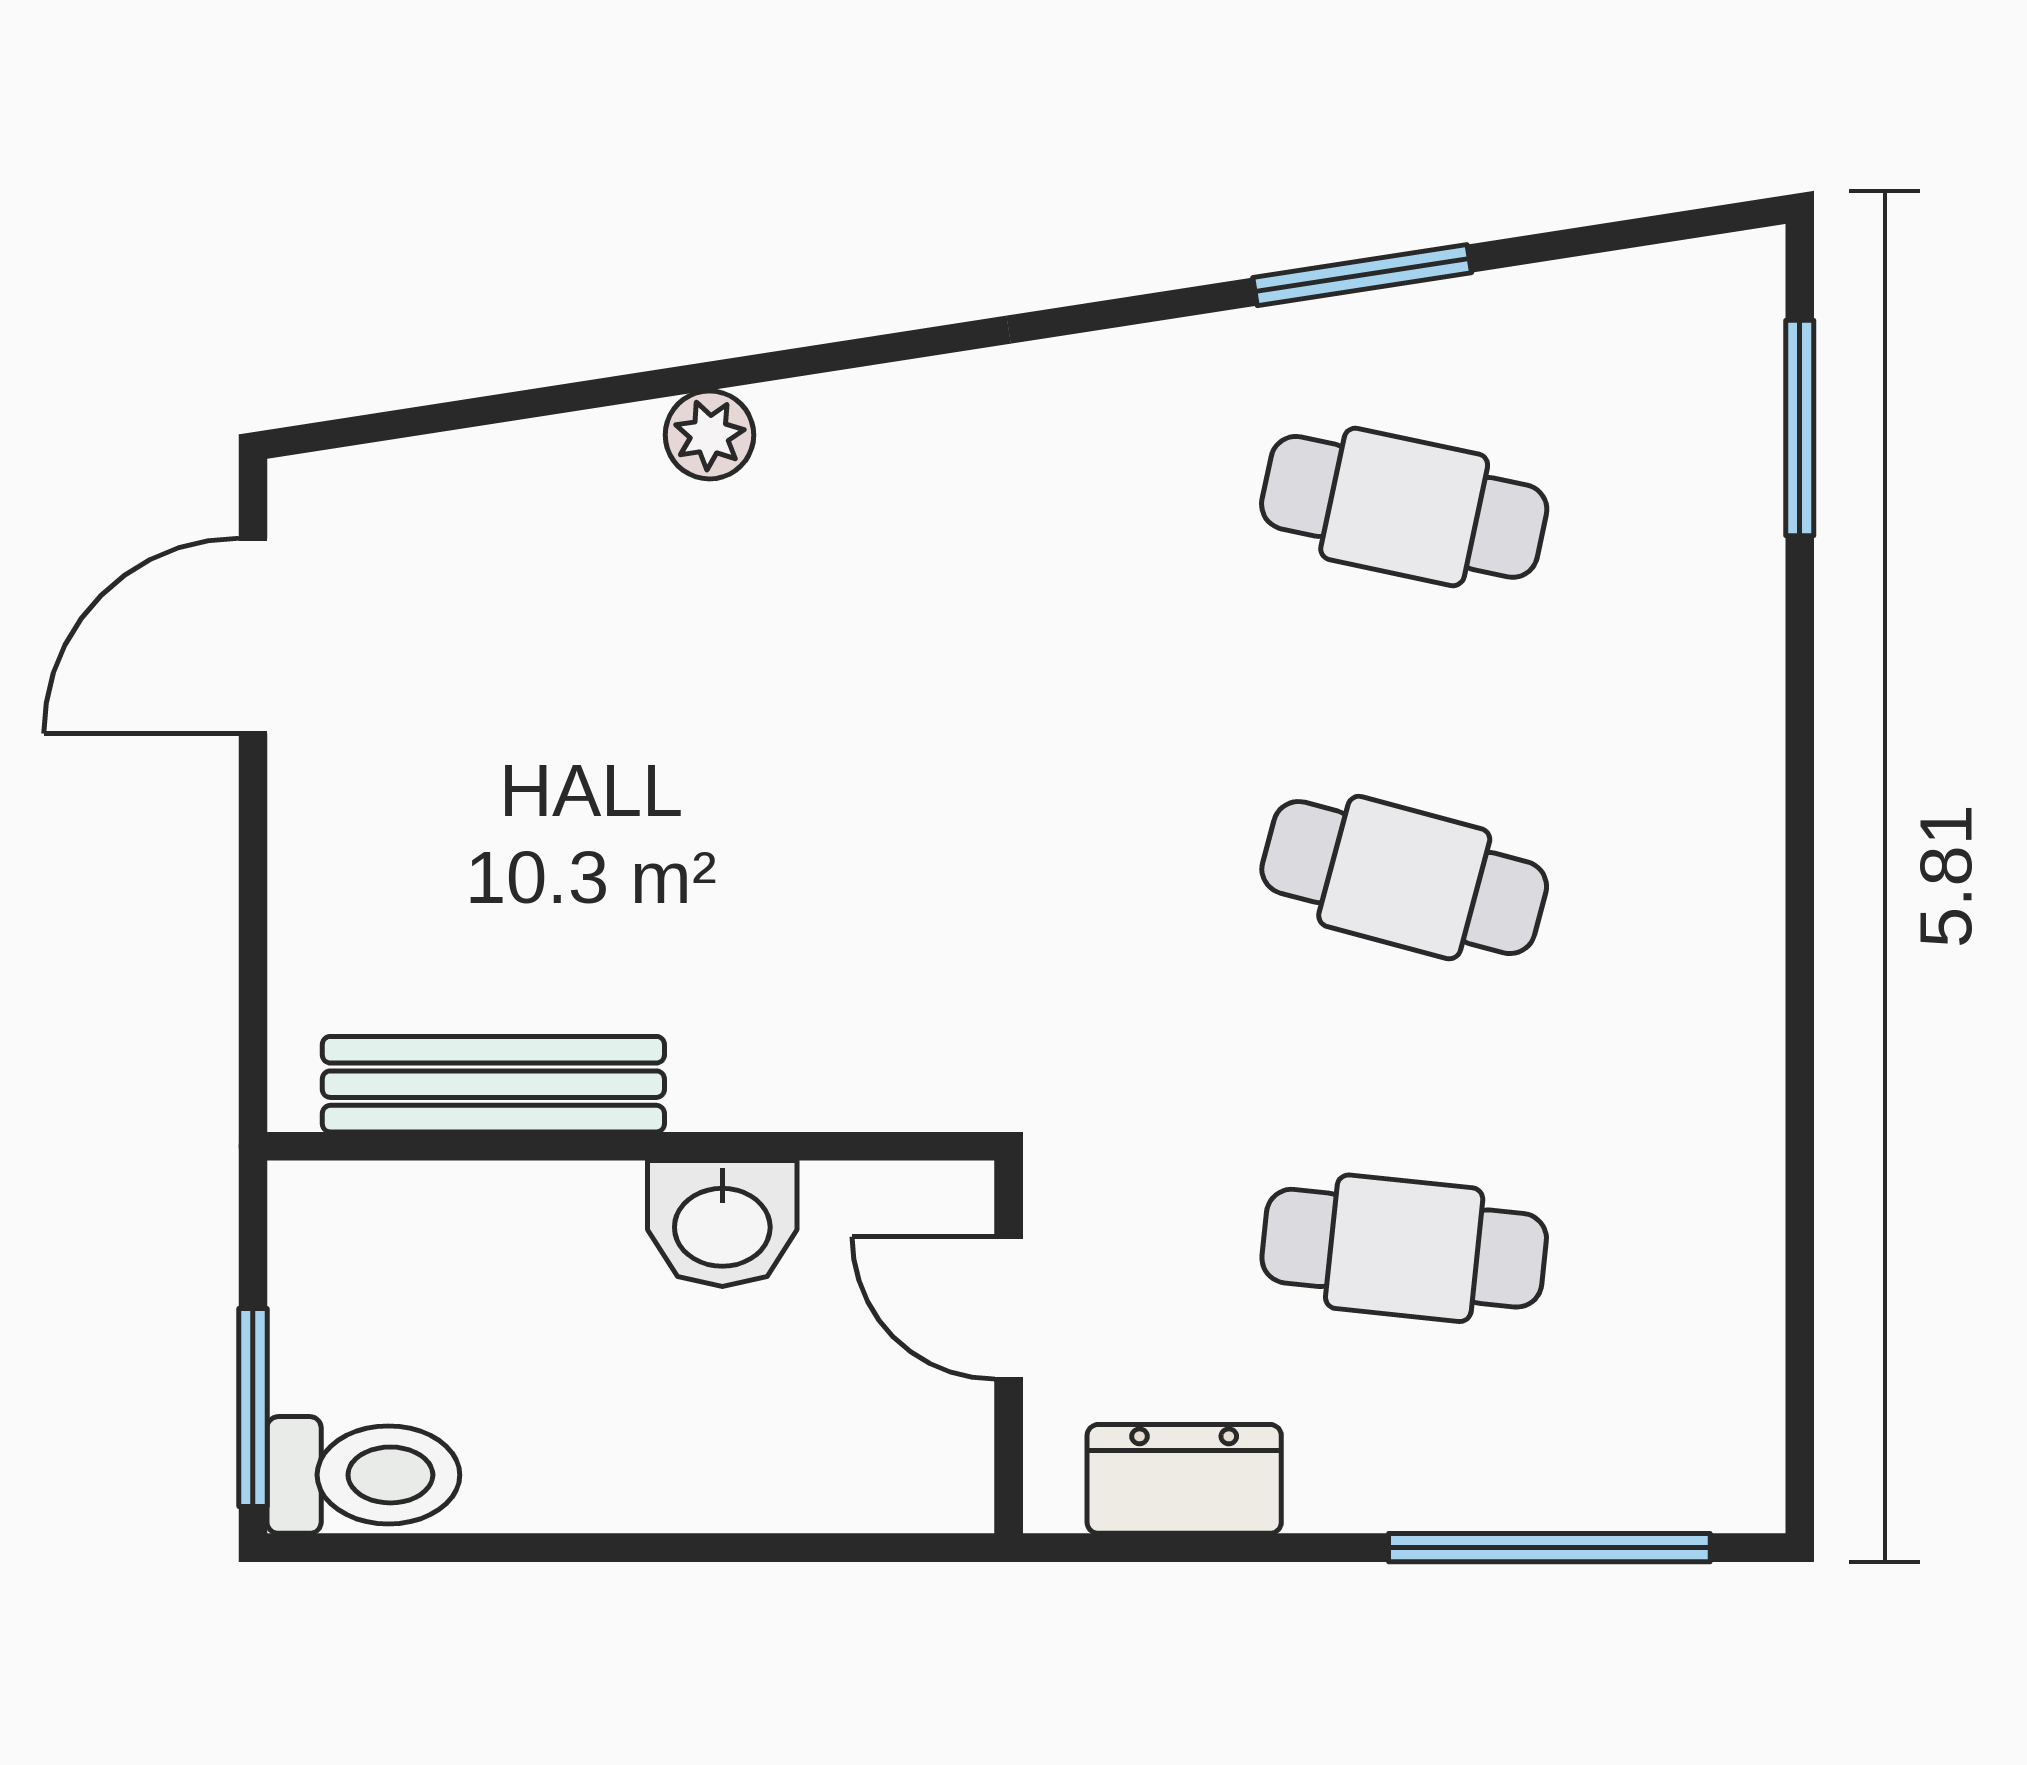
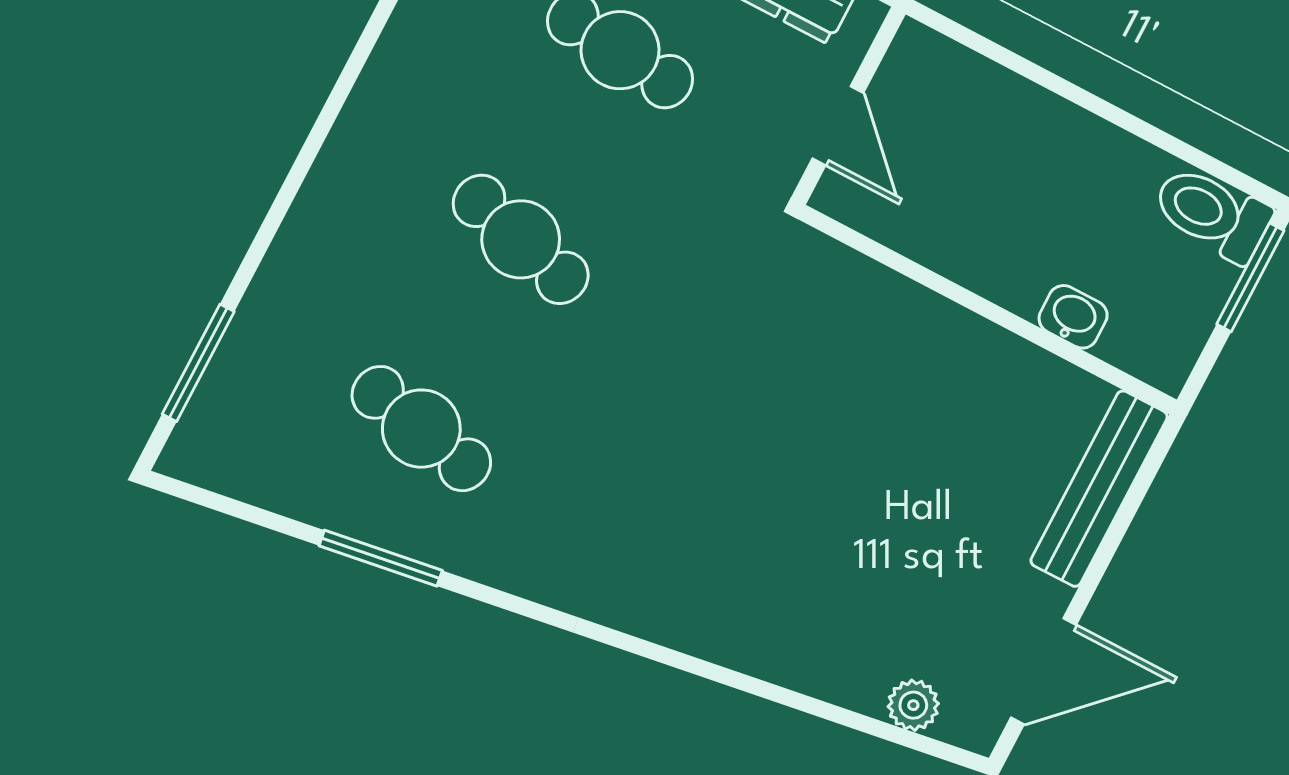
plant: (709, 435) -> (913, 705), moved
bench: (493, 1084) -> (1099, 489), moved, turned 90
washbasin: (722, 1223) -> (1073, 317), moved, width x0.72, depth x0.69

